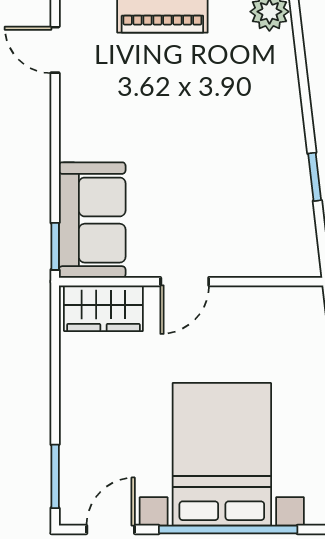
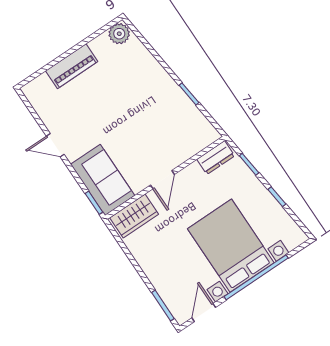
door: (55, 50) -> (55, 145), moved
dresser: (290, 303) -> (216, 158), added

